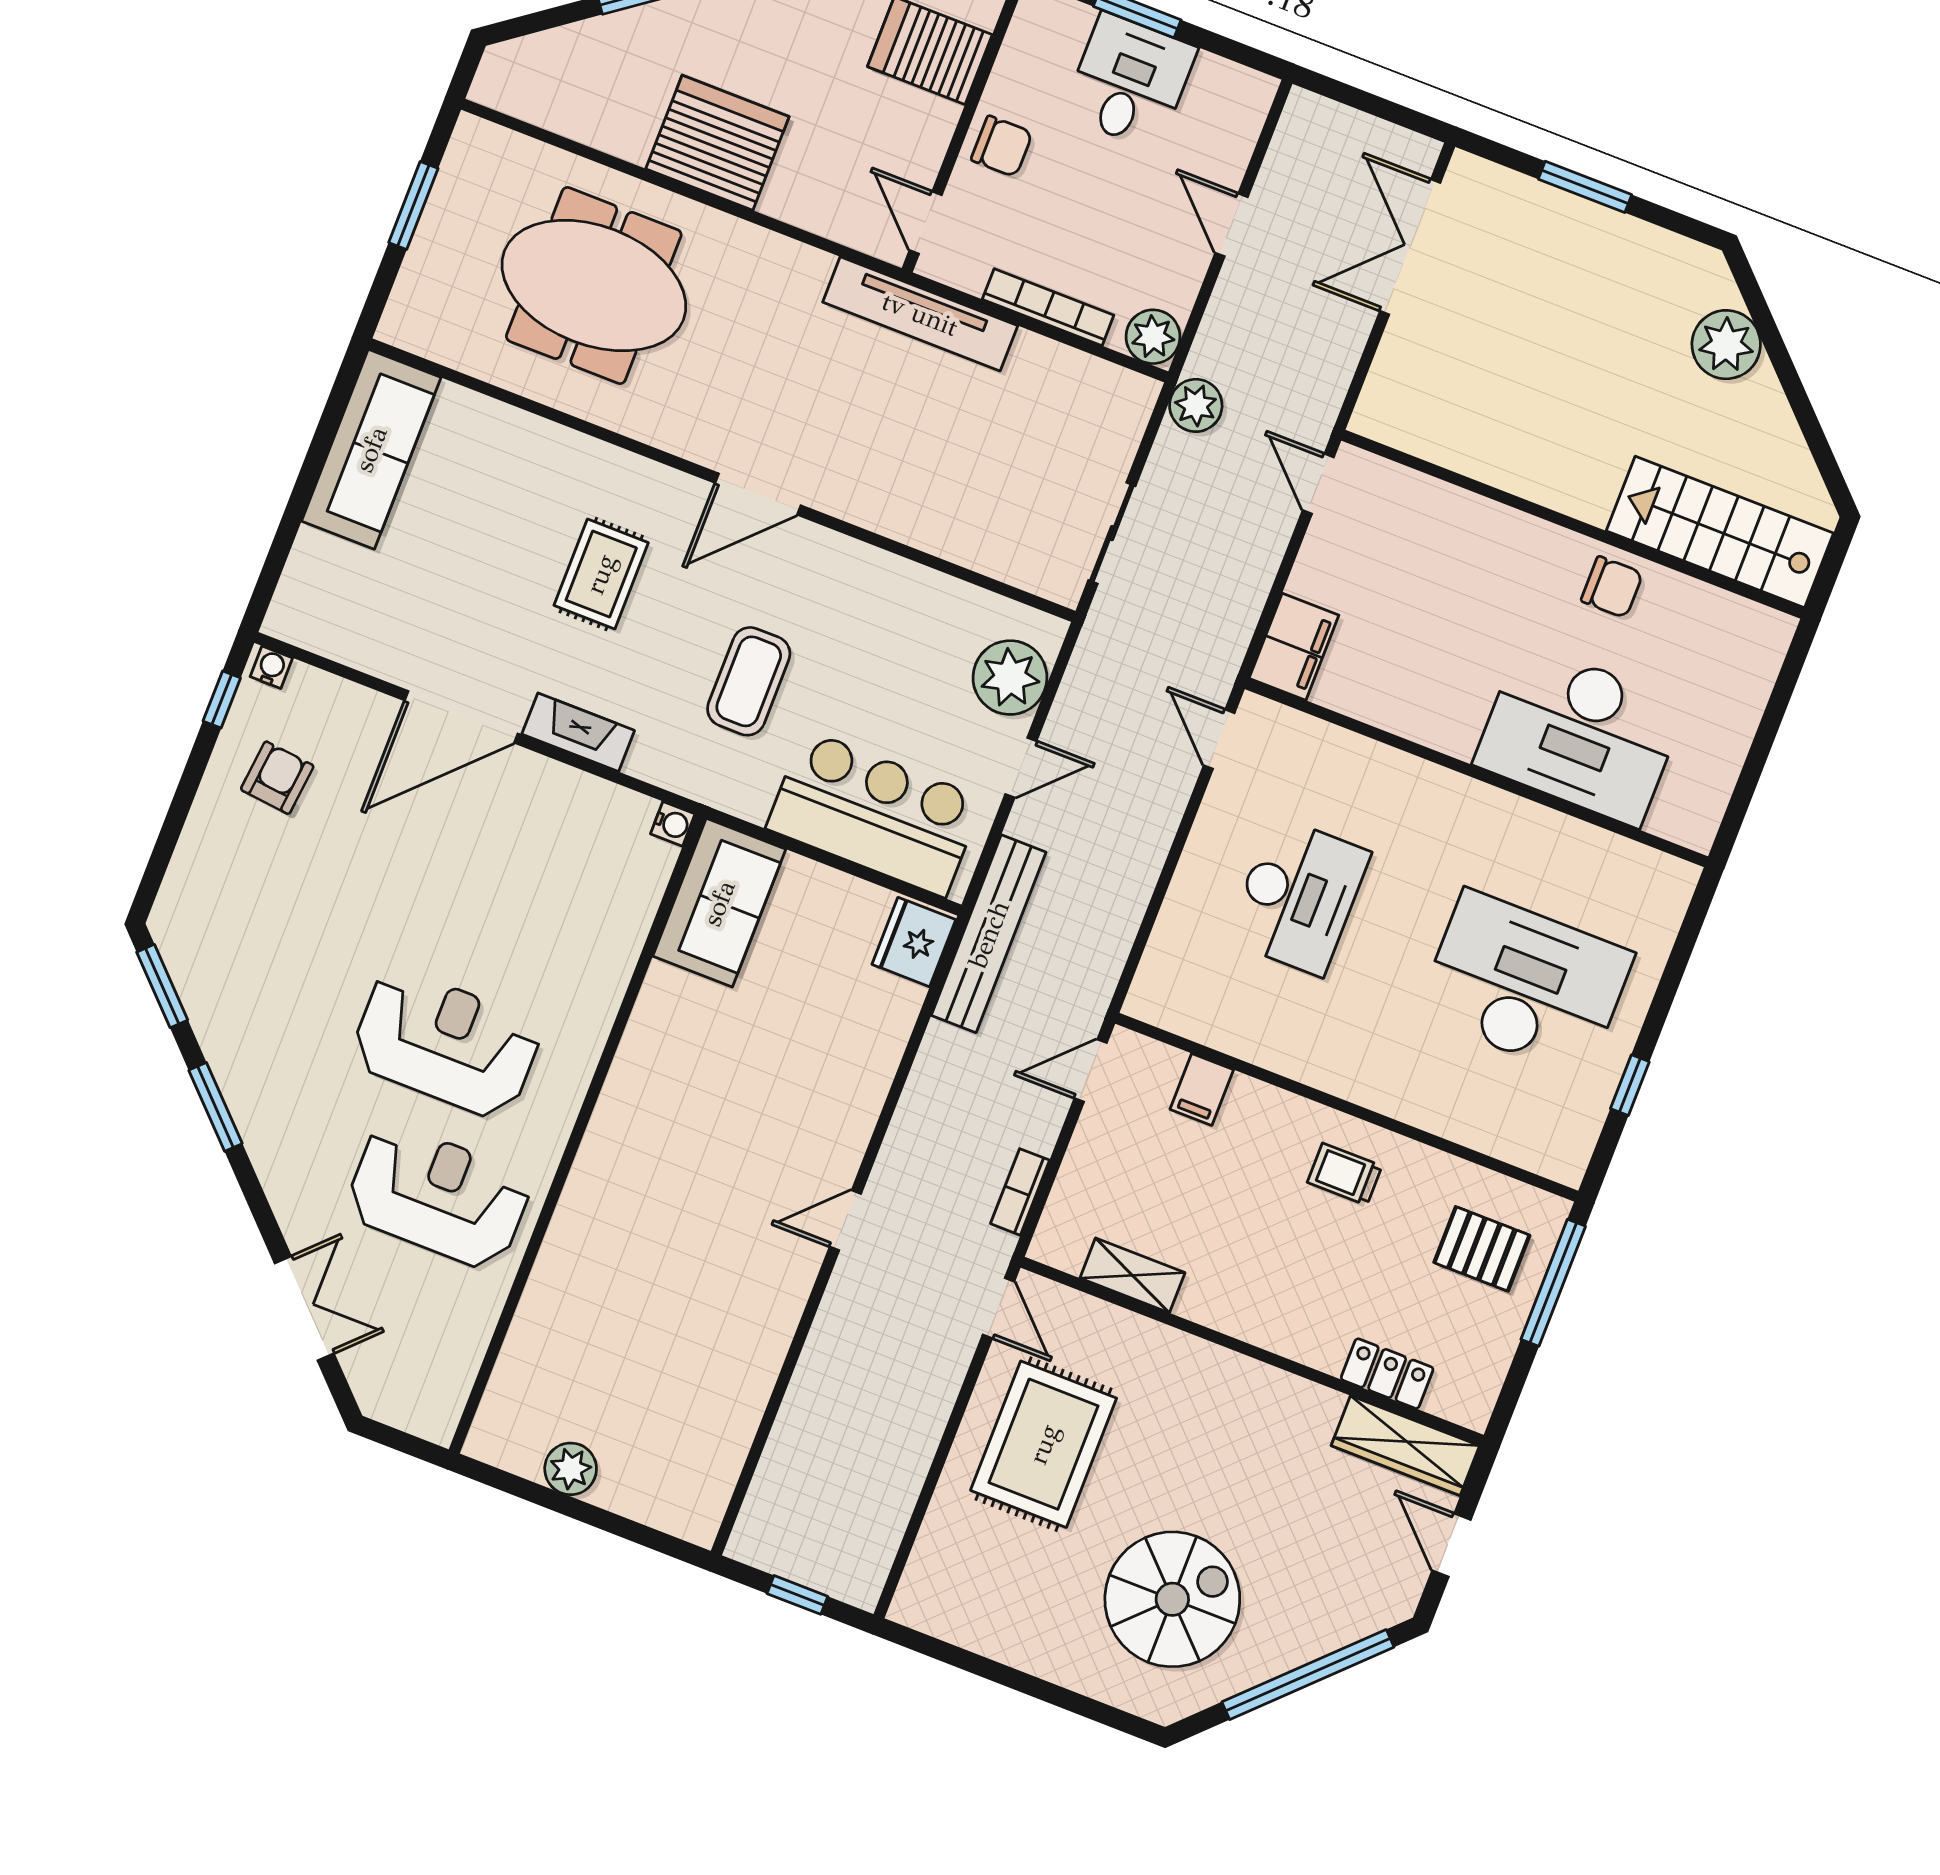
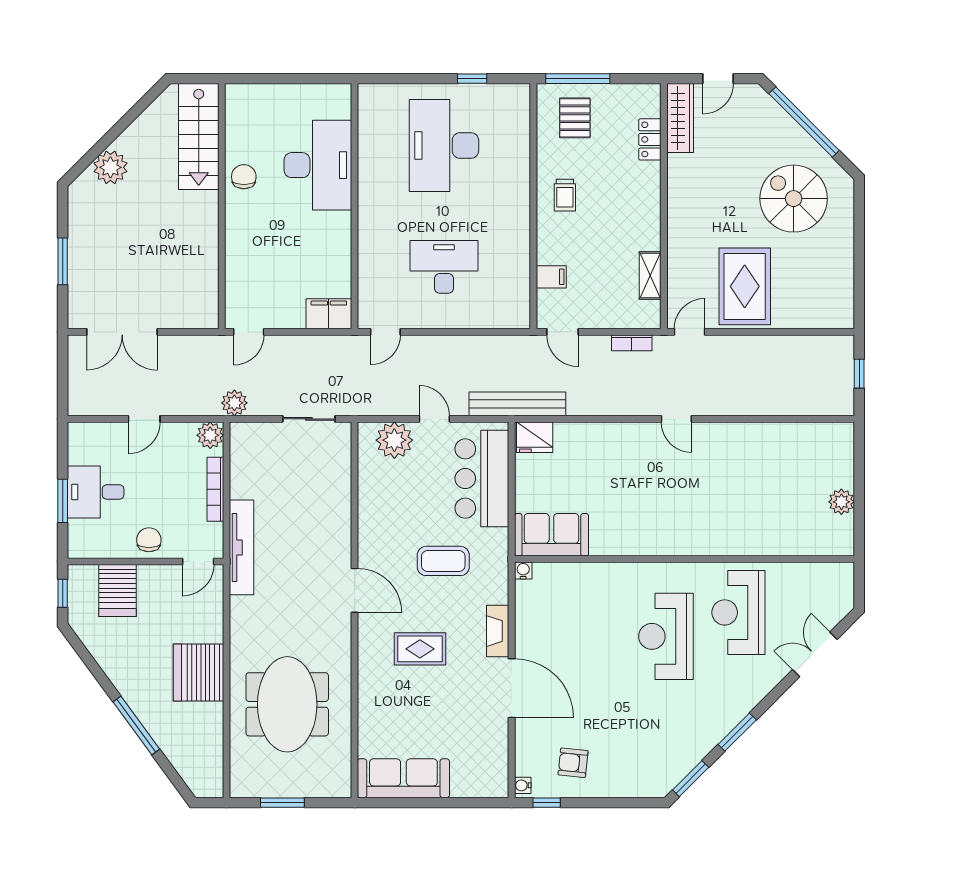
rug: (1044, 1444) -> (745, 286), turned 90

